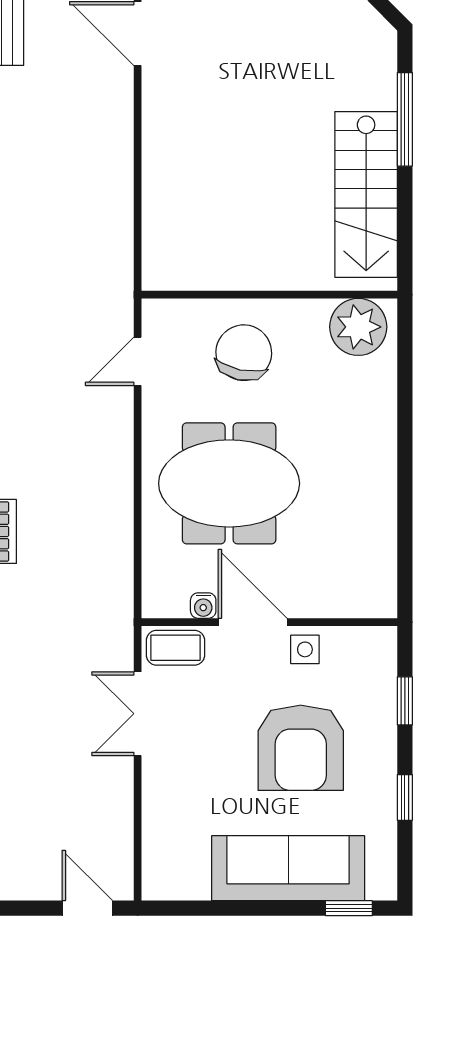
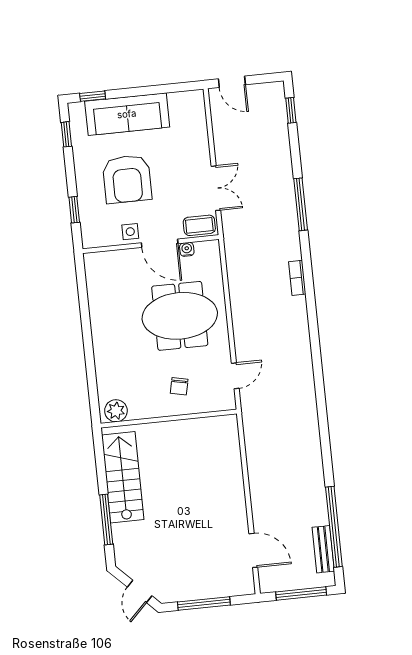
plant: (358, 327) -> (116, 411), width x0.73, depth x0.73
chair: (244, 353) -> (179, 386), width x0.54, depth x0.54
armchair: (301, 748) -> (127, 179), turned 180
window: (405, 797) -> (66, 134), moved

